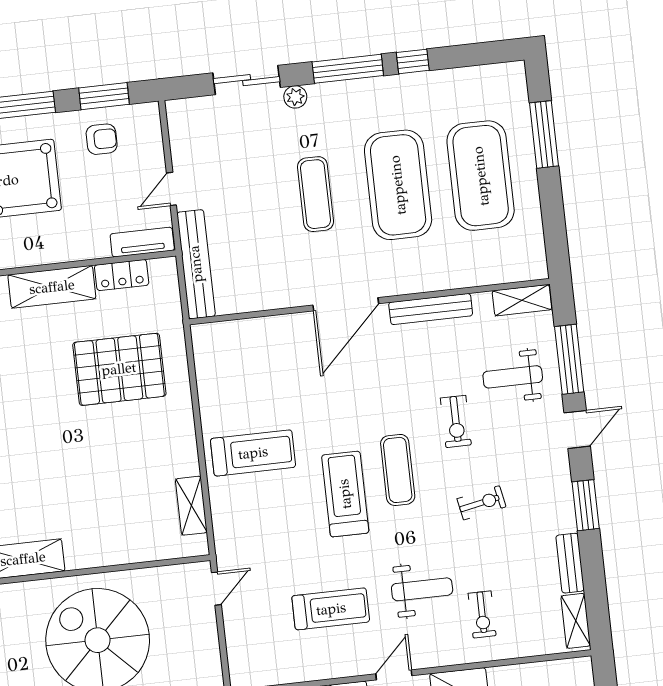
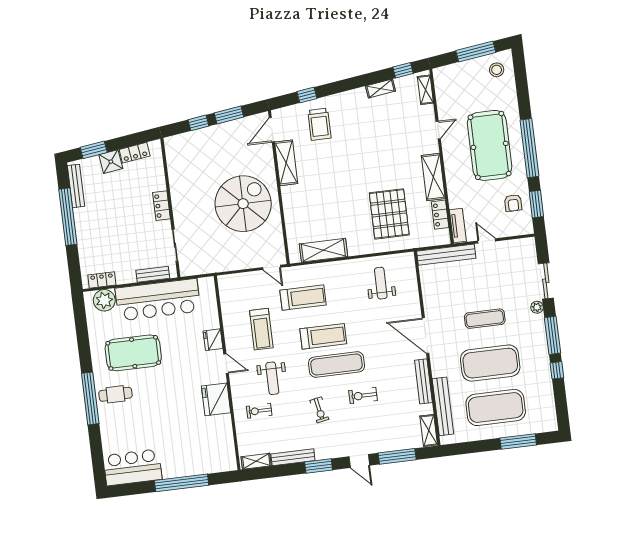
bench: (477, 273) -> (443, 406), added
weight bench: (513, 377) -> (381, 283), moved
treadmill: (253, 453) -> (303, 298), moved, turned -90
exercise mat: (398, 470) -> (337, 364), width x1.36, depth x1.45
shelving: (191, 506) -> (323, 250), width x1.50, depth x1.33
bench: (570, 563) -> (293, 457), width x1.36

